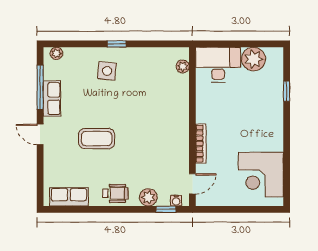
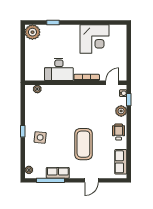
plant: (254, 59) -> (32, 32), moved
desk: (218, 65) -> (59, 69), moved, turned -90
door: (40, 134) -> (91, 180), moved
coffee table: (97, 139) -> (83, 144), width x1.36, depth x1.32
corner desk: (261, 175) -> (95, 39), moved
door: (192, 184) -> (112, 83), hinge flipped

